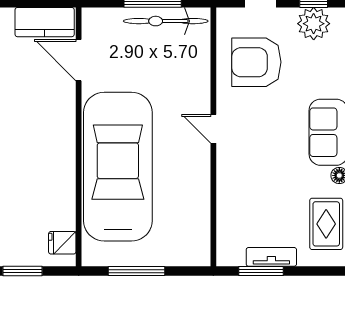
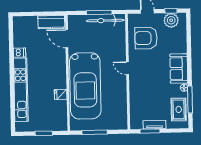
car: (118, 167) -> (85, 86), turned 180
fridge: (62, 243) -> (61, 94), moved

